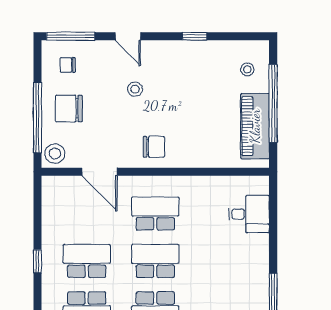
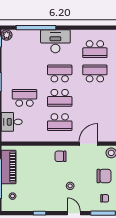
door: (100, 172) -> (88, 144), hinge flipped
school desk: (87, 261) -> (25, 98), moved, turned 180

